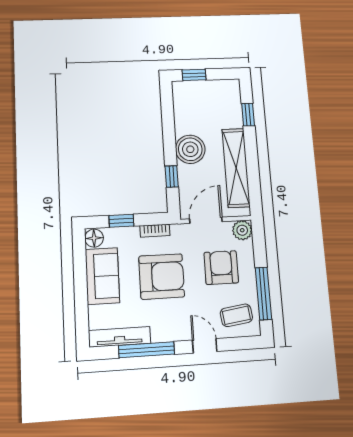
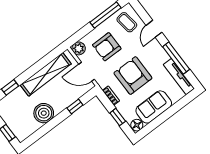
boiler: (190, 149) -> (44, 113), moved

